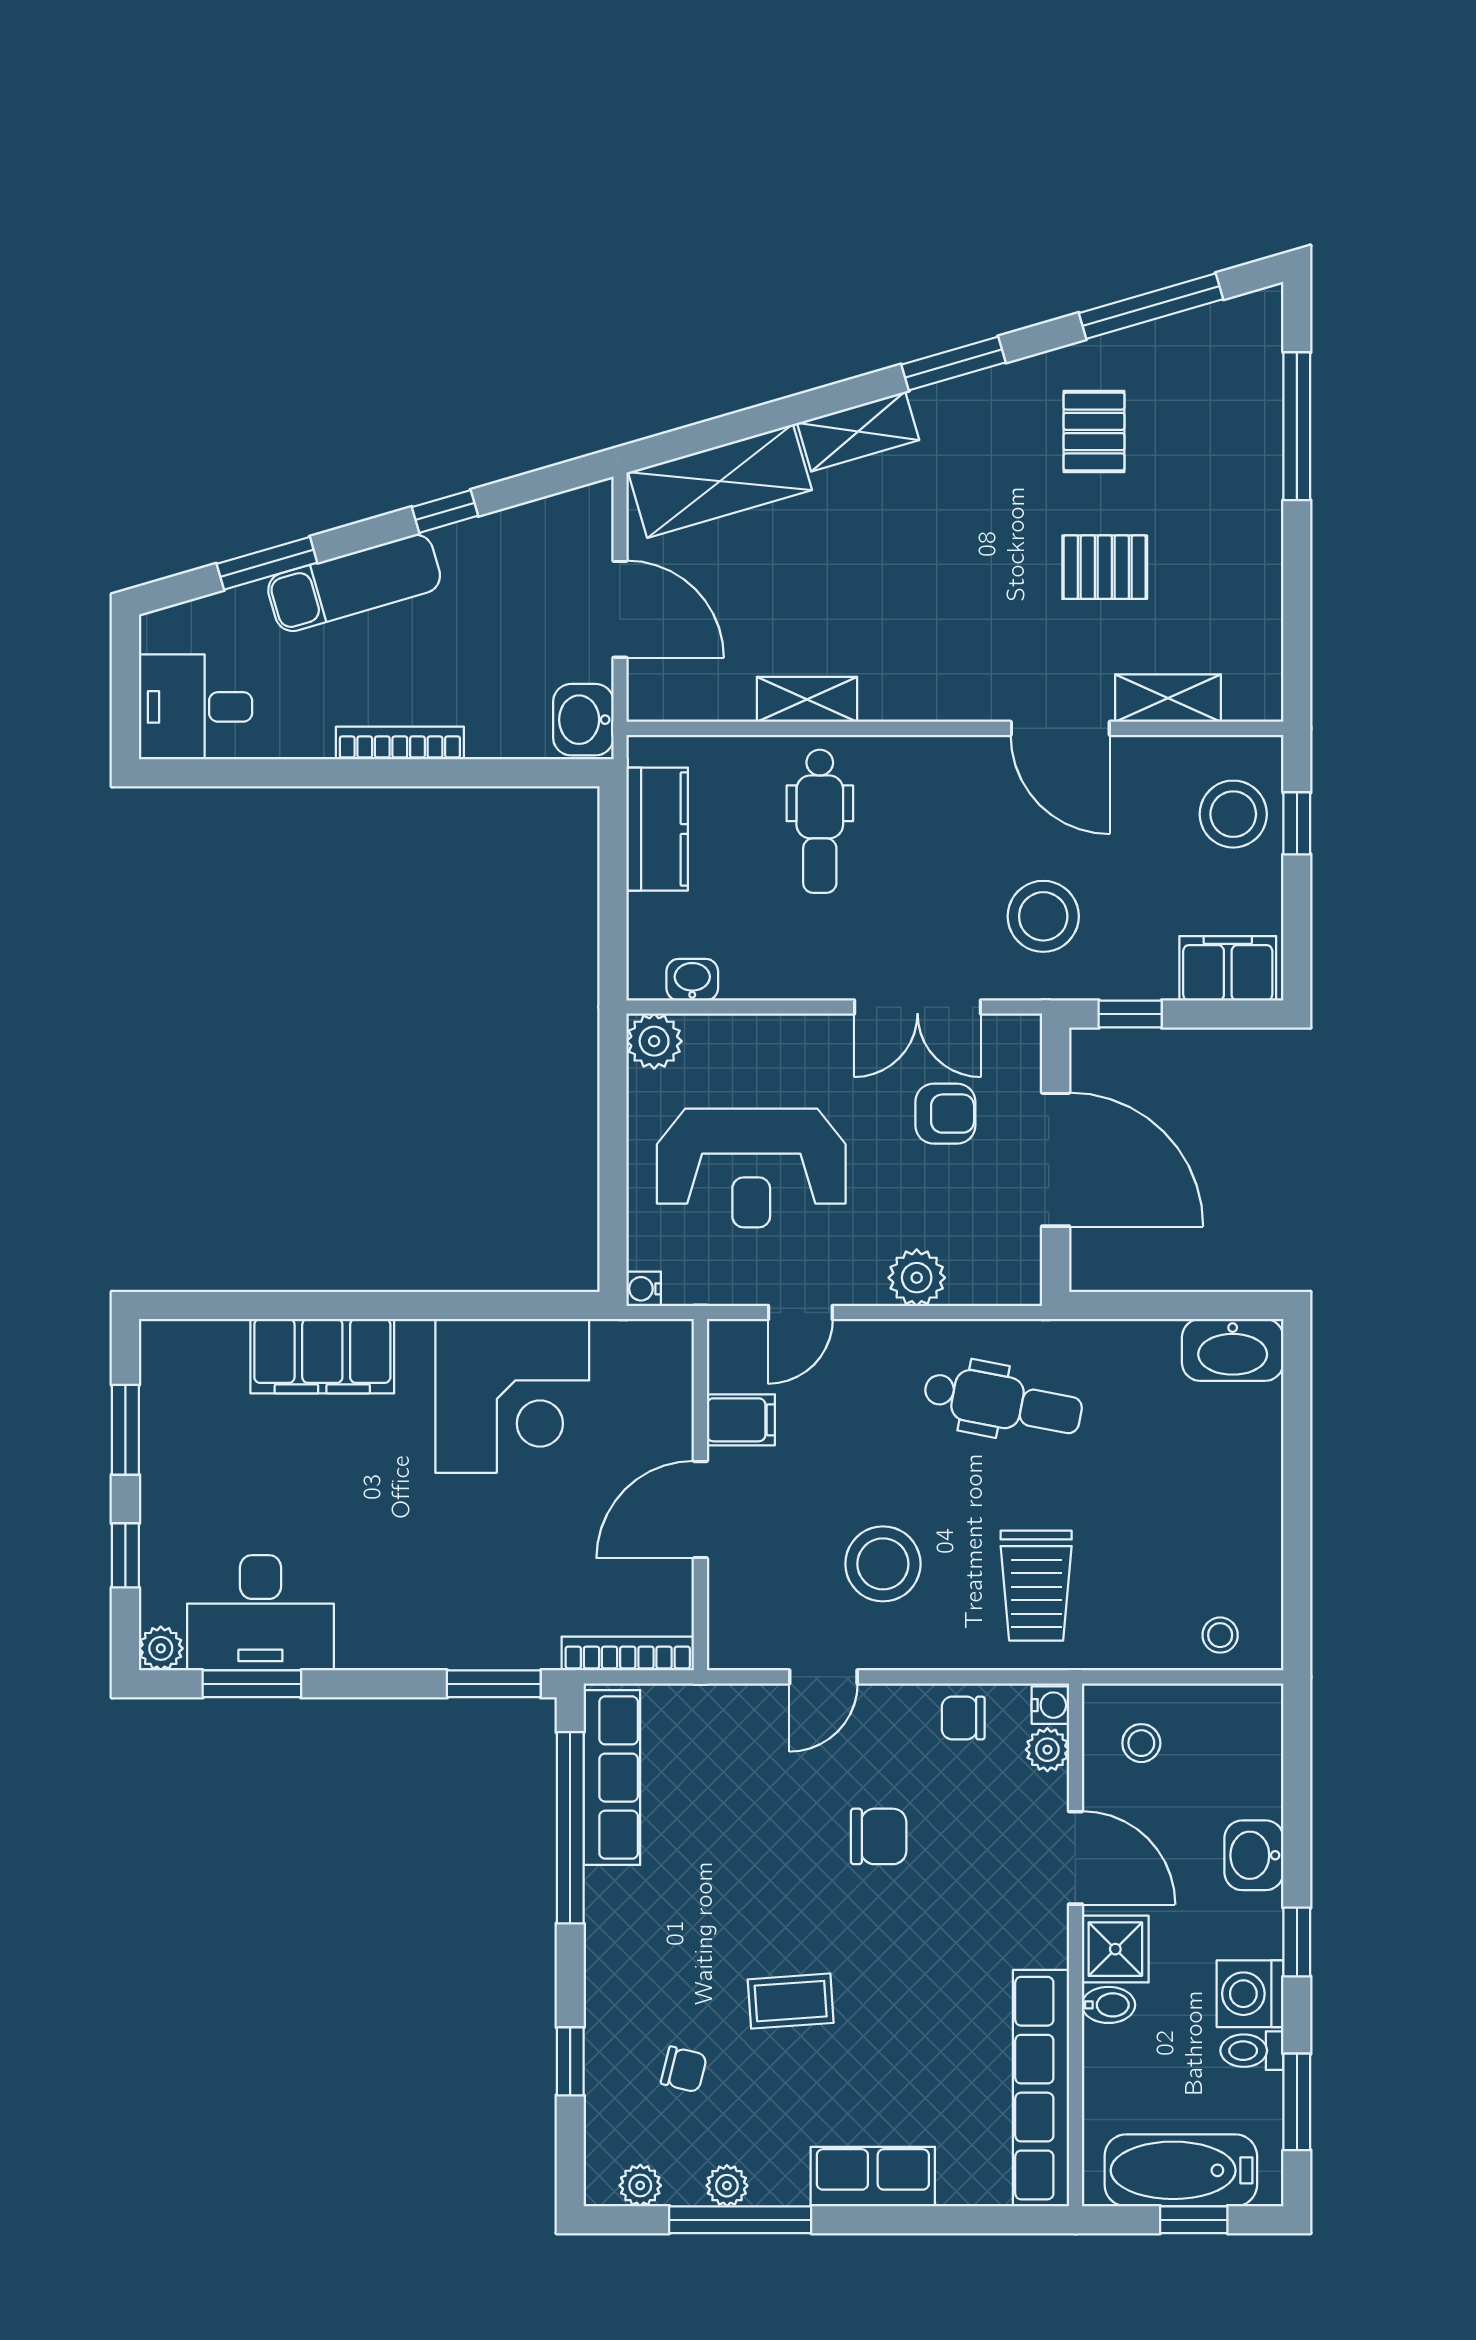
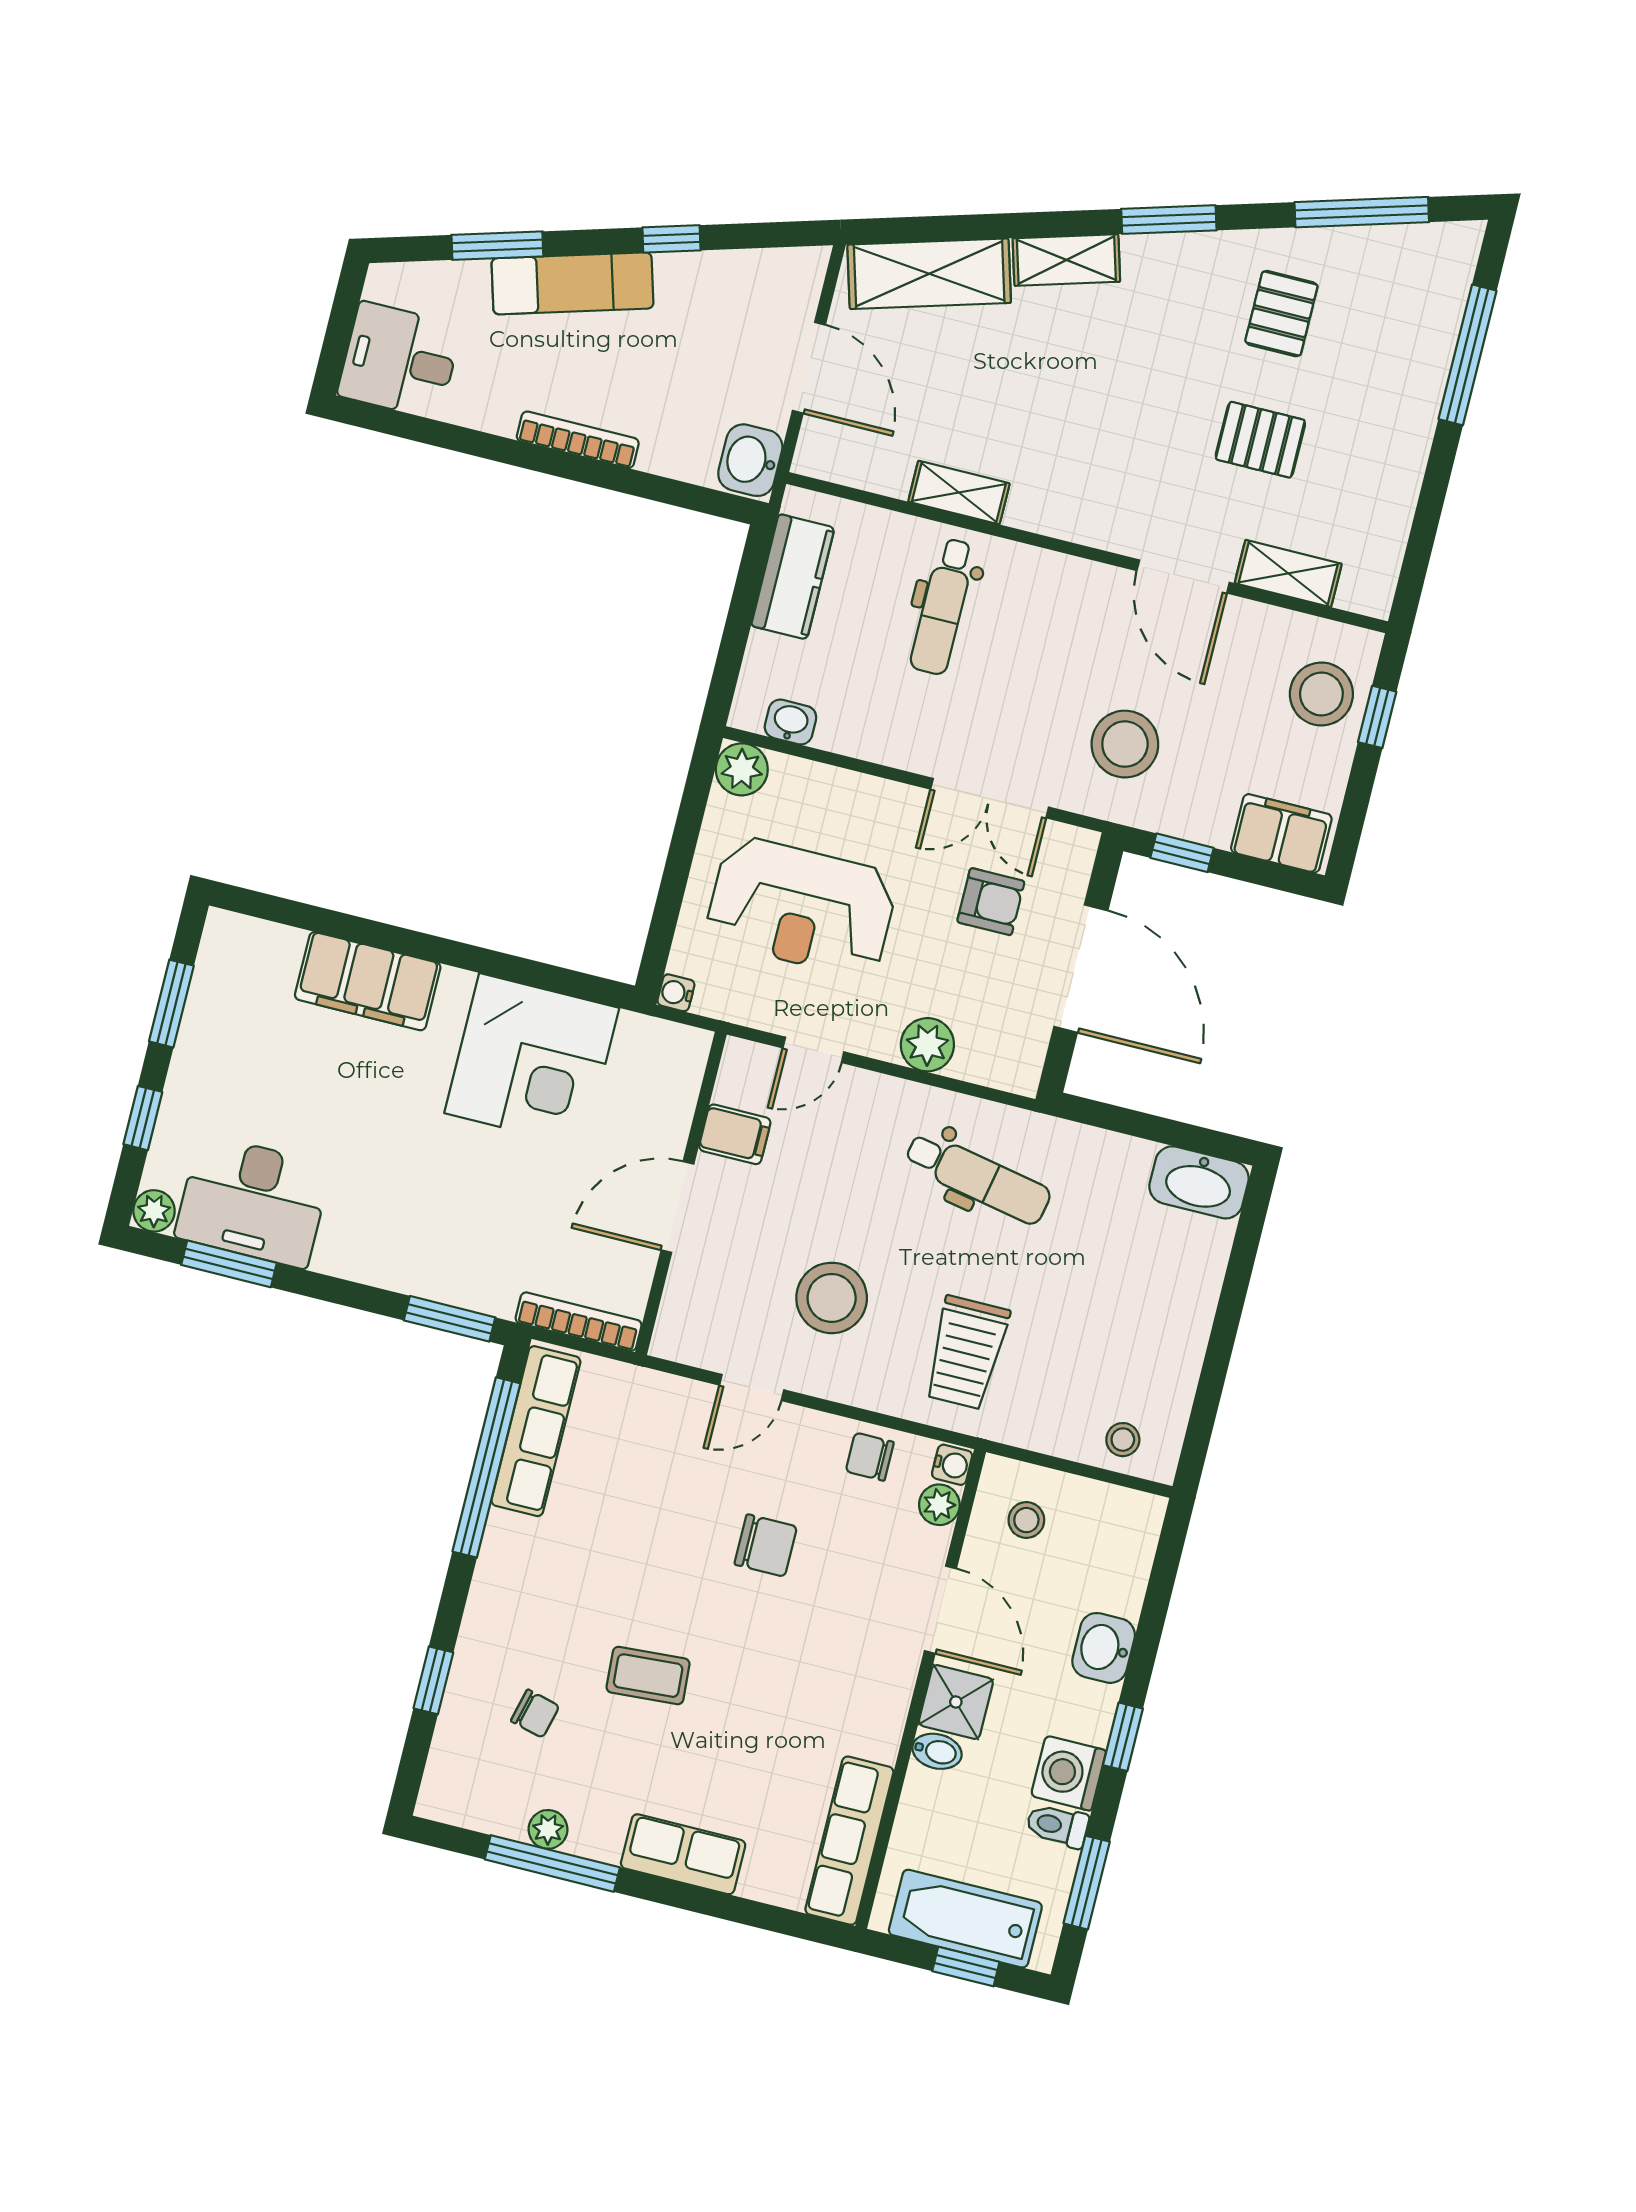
row of seats: (1041, 2088) -> (849, 1841), width x0.73
plant: (640, 2185) -> (469, 1809), removed

